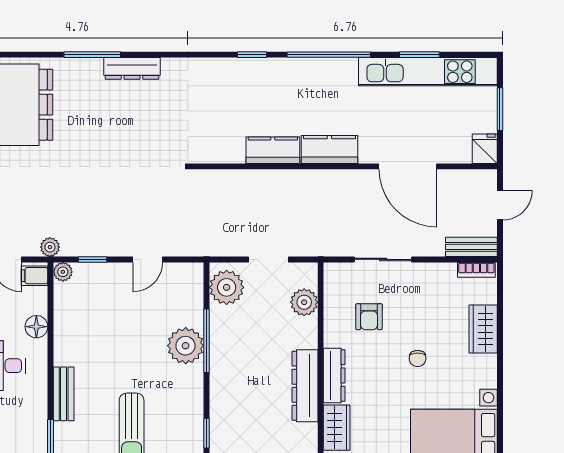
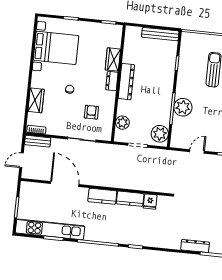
fridge: (485, 149) -> (150, 202), moved
dresser: (334, 375) -> (112, 81), width x0.70

